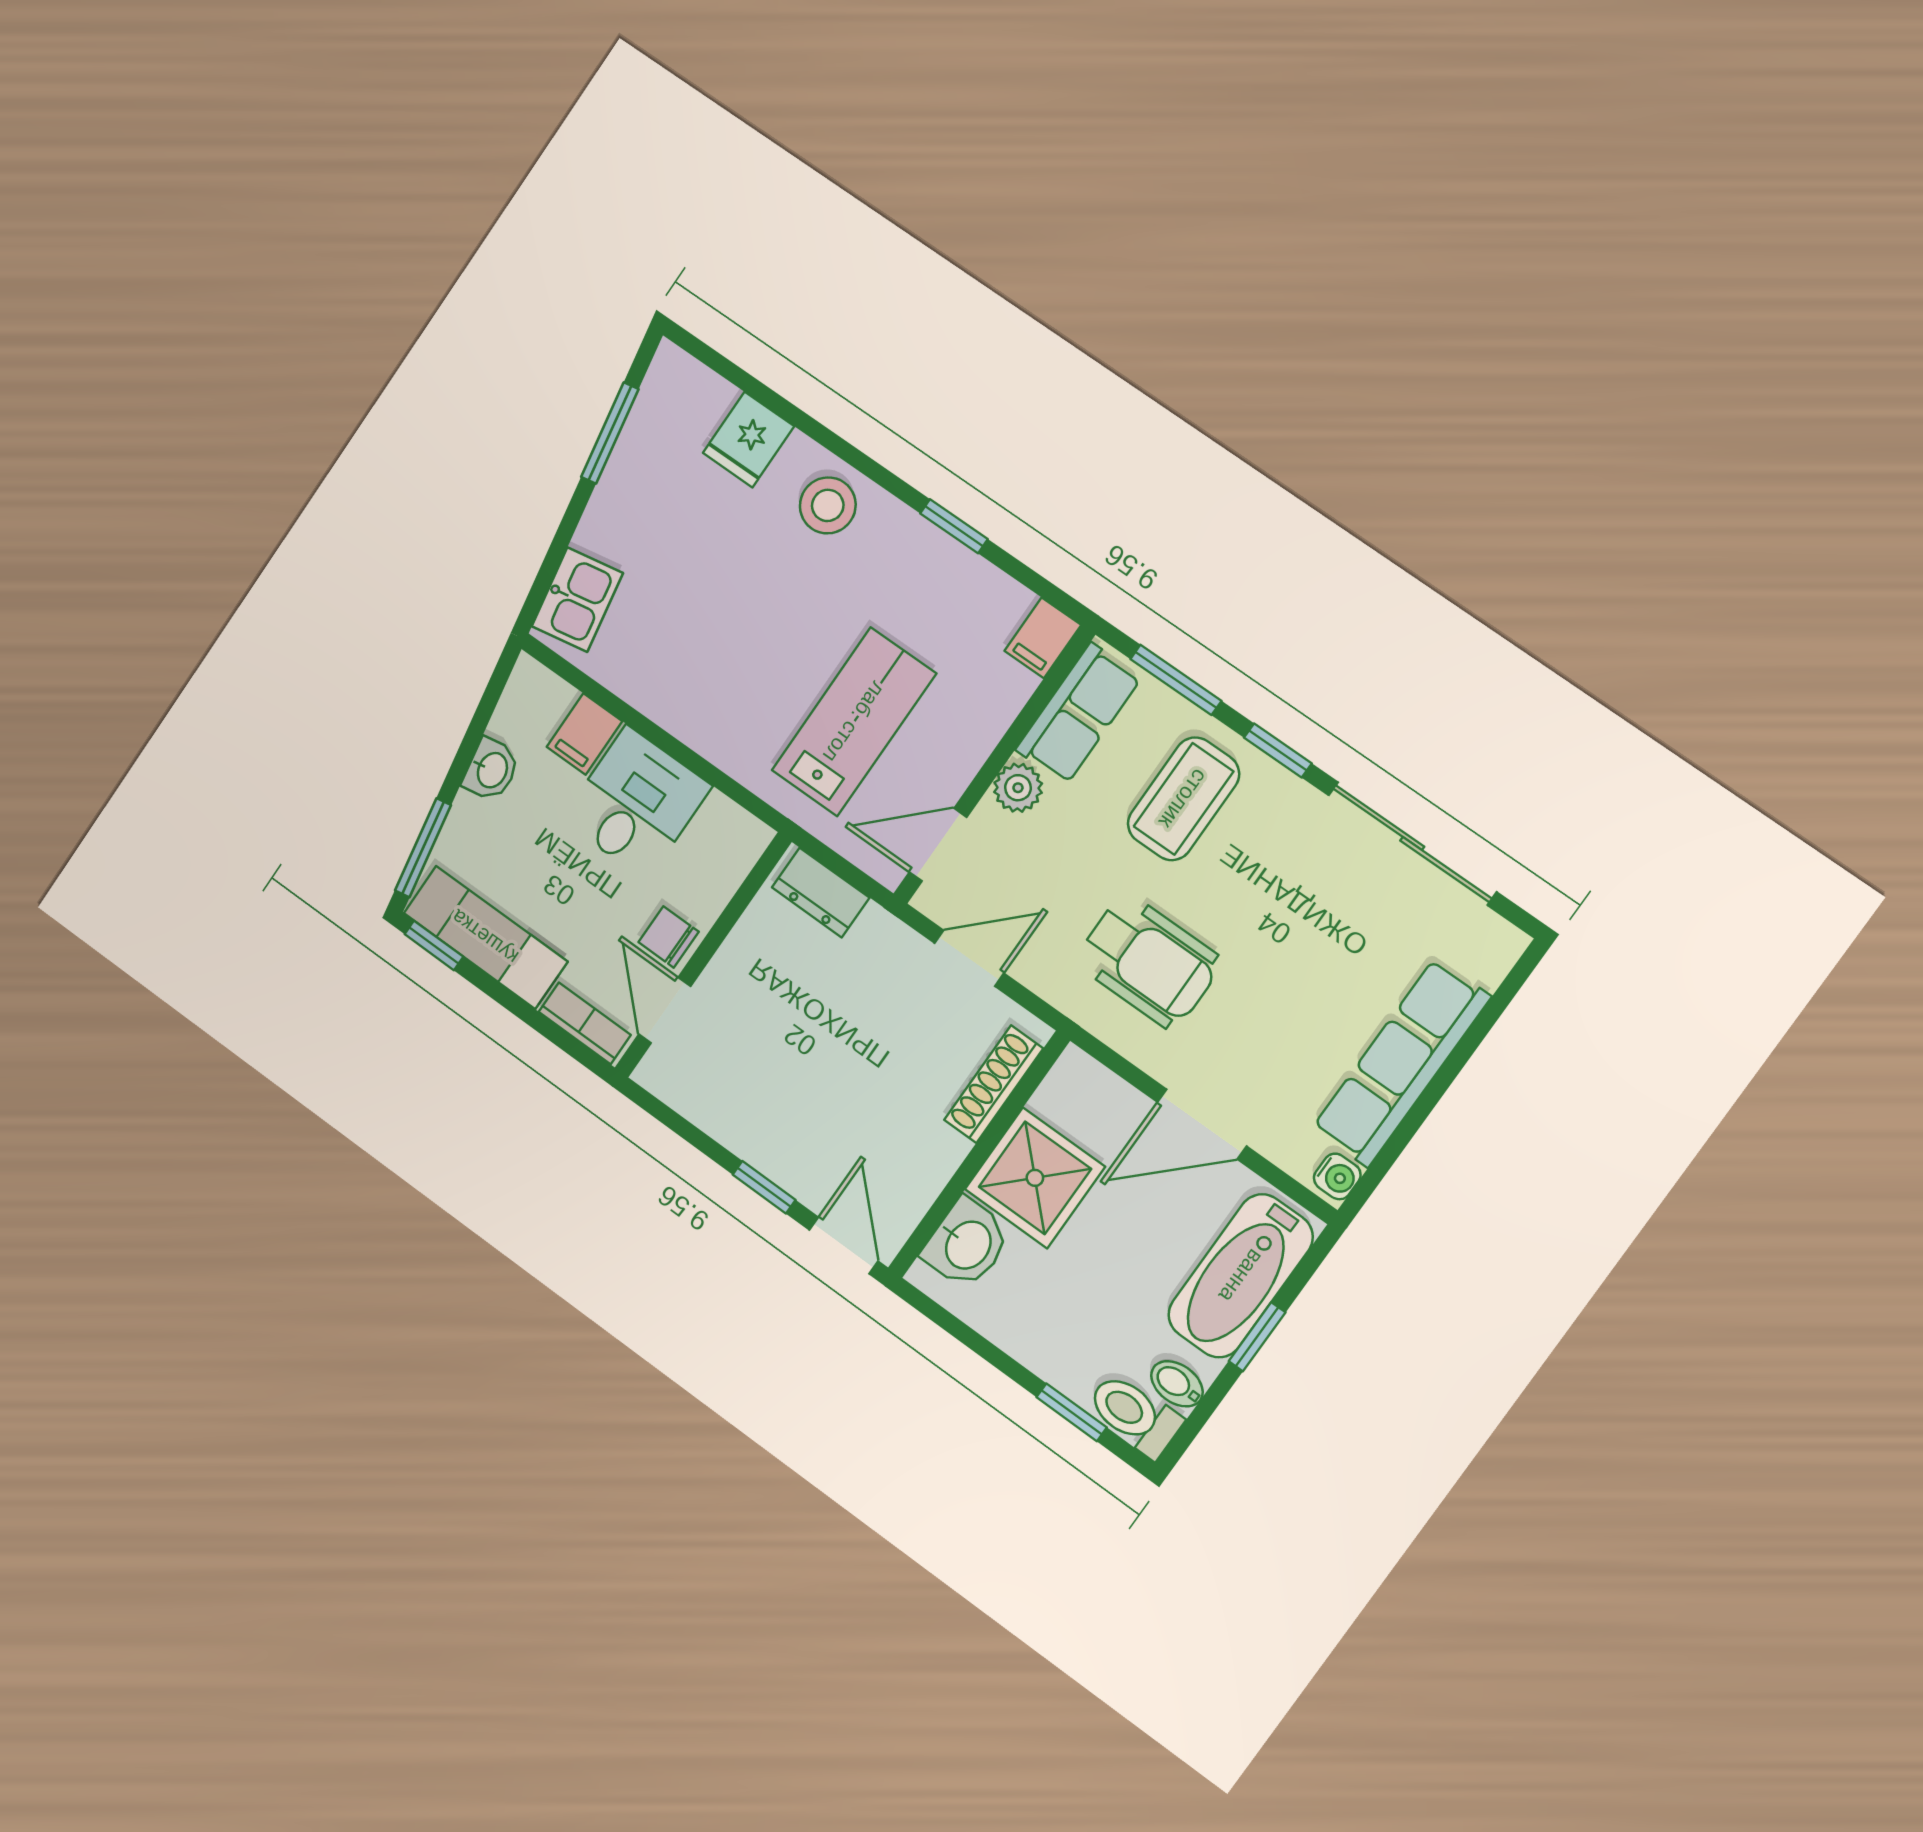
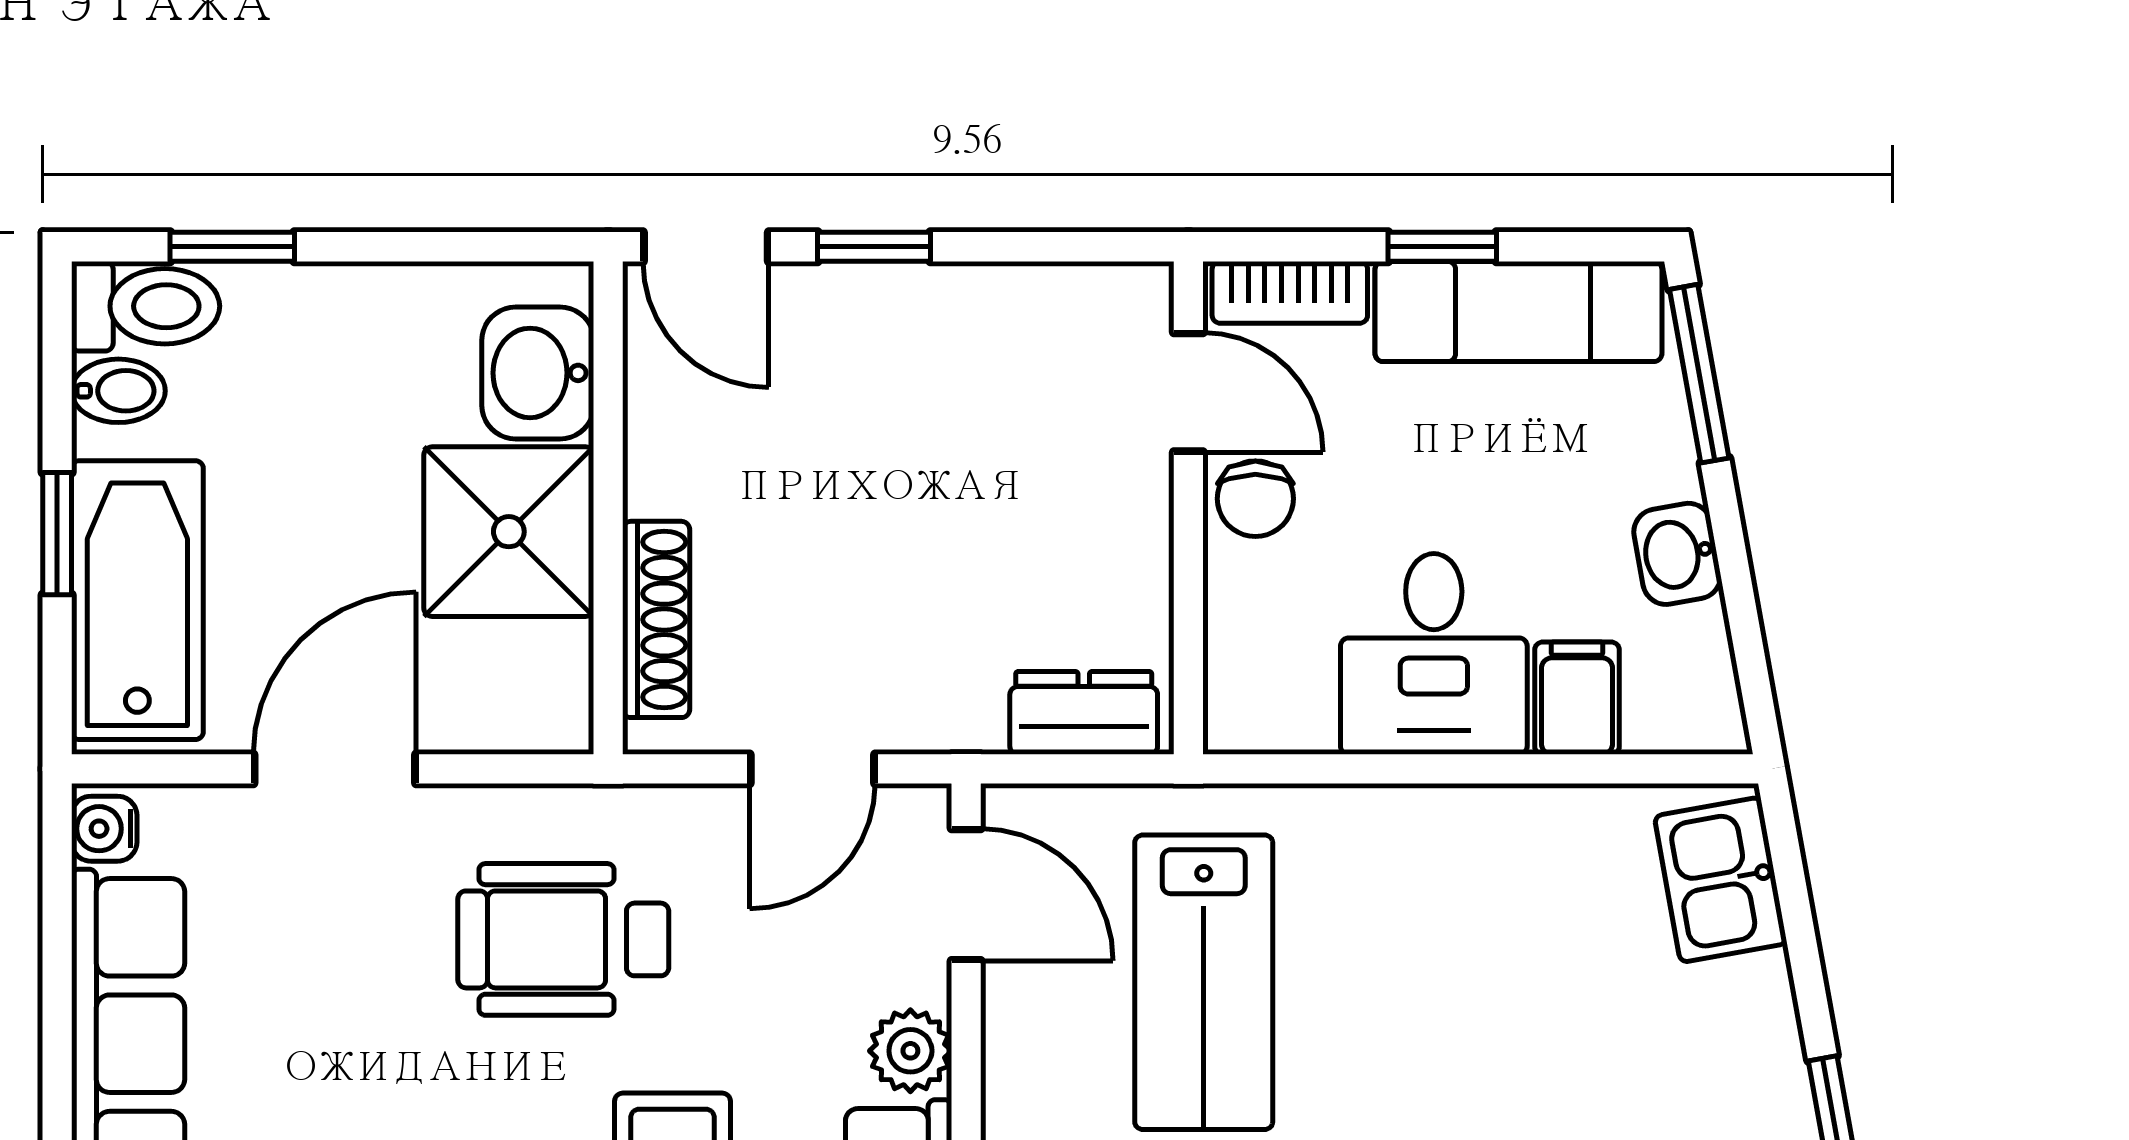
door: (938, 845) -> (966, 895), hinge flipped
chair: (669, 937) -> (1255, 499), turned 90
window: (434, 945) -> (1442, 247), moved

